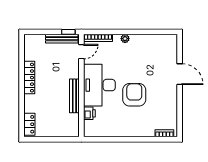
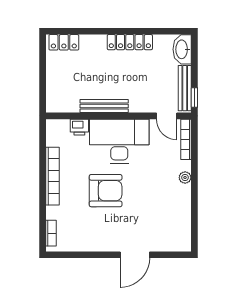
washbasin: (34, 41) -> (182, 49), added
bookcase: (124, 132) -> (52, 176), added

